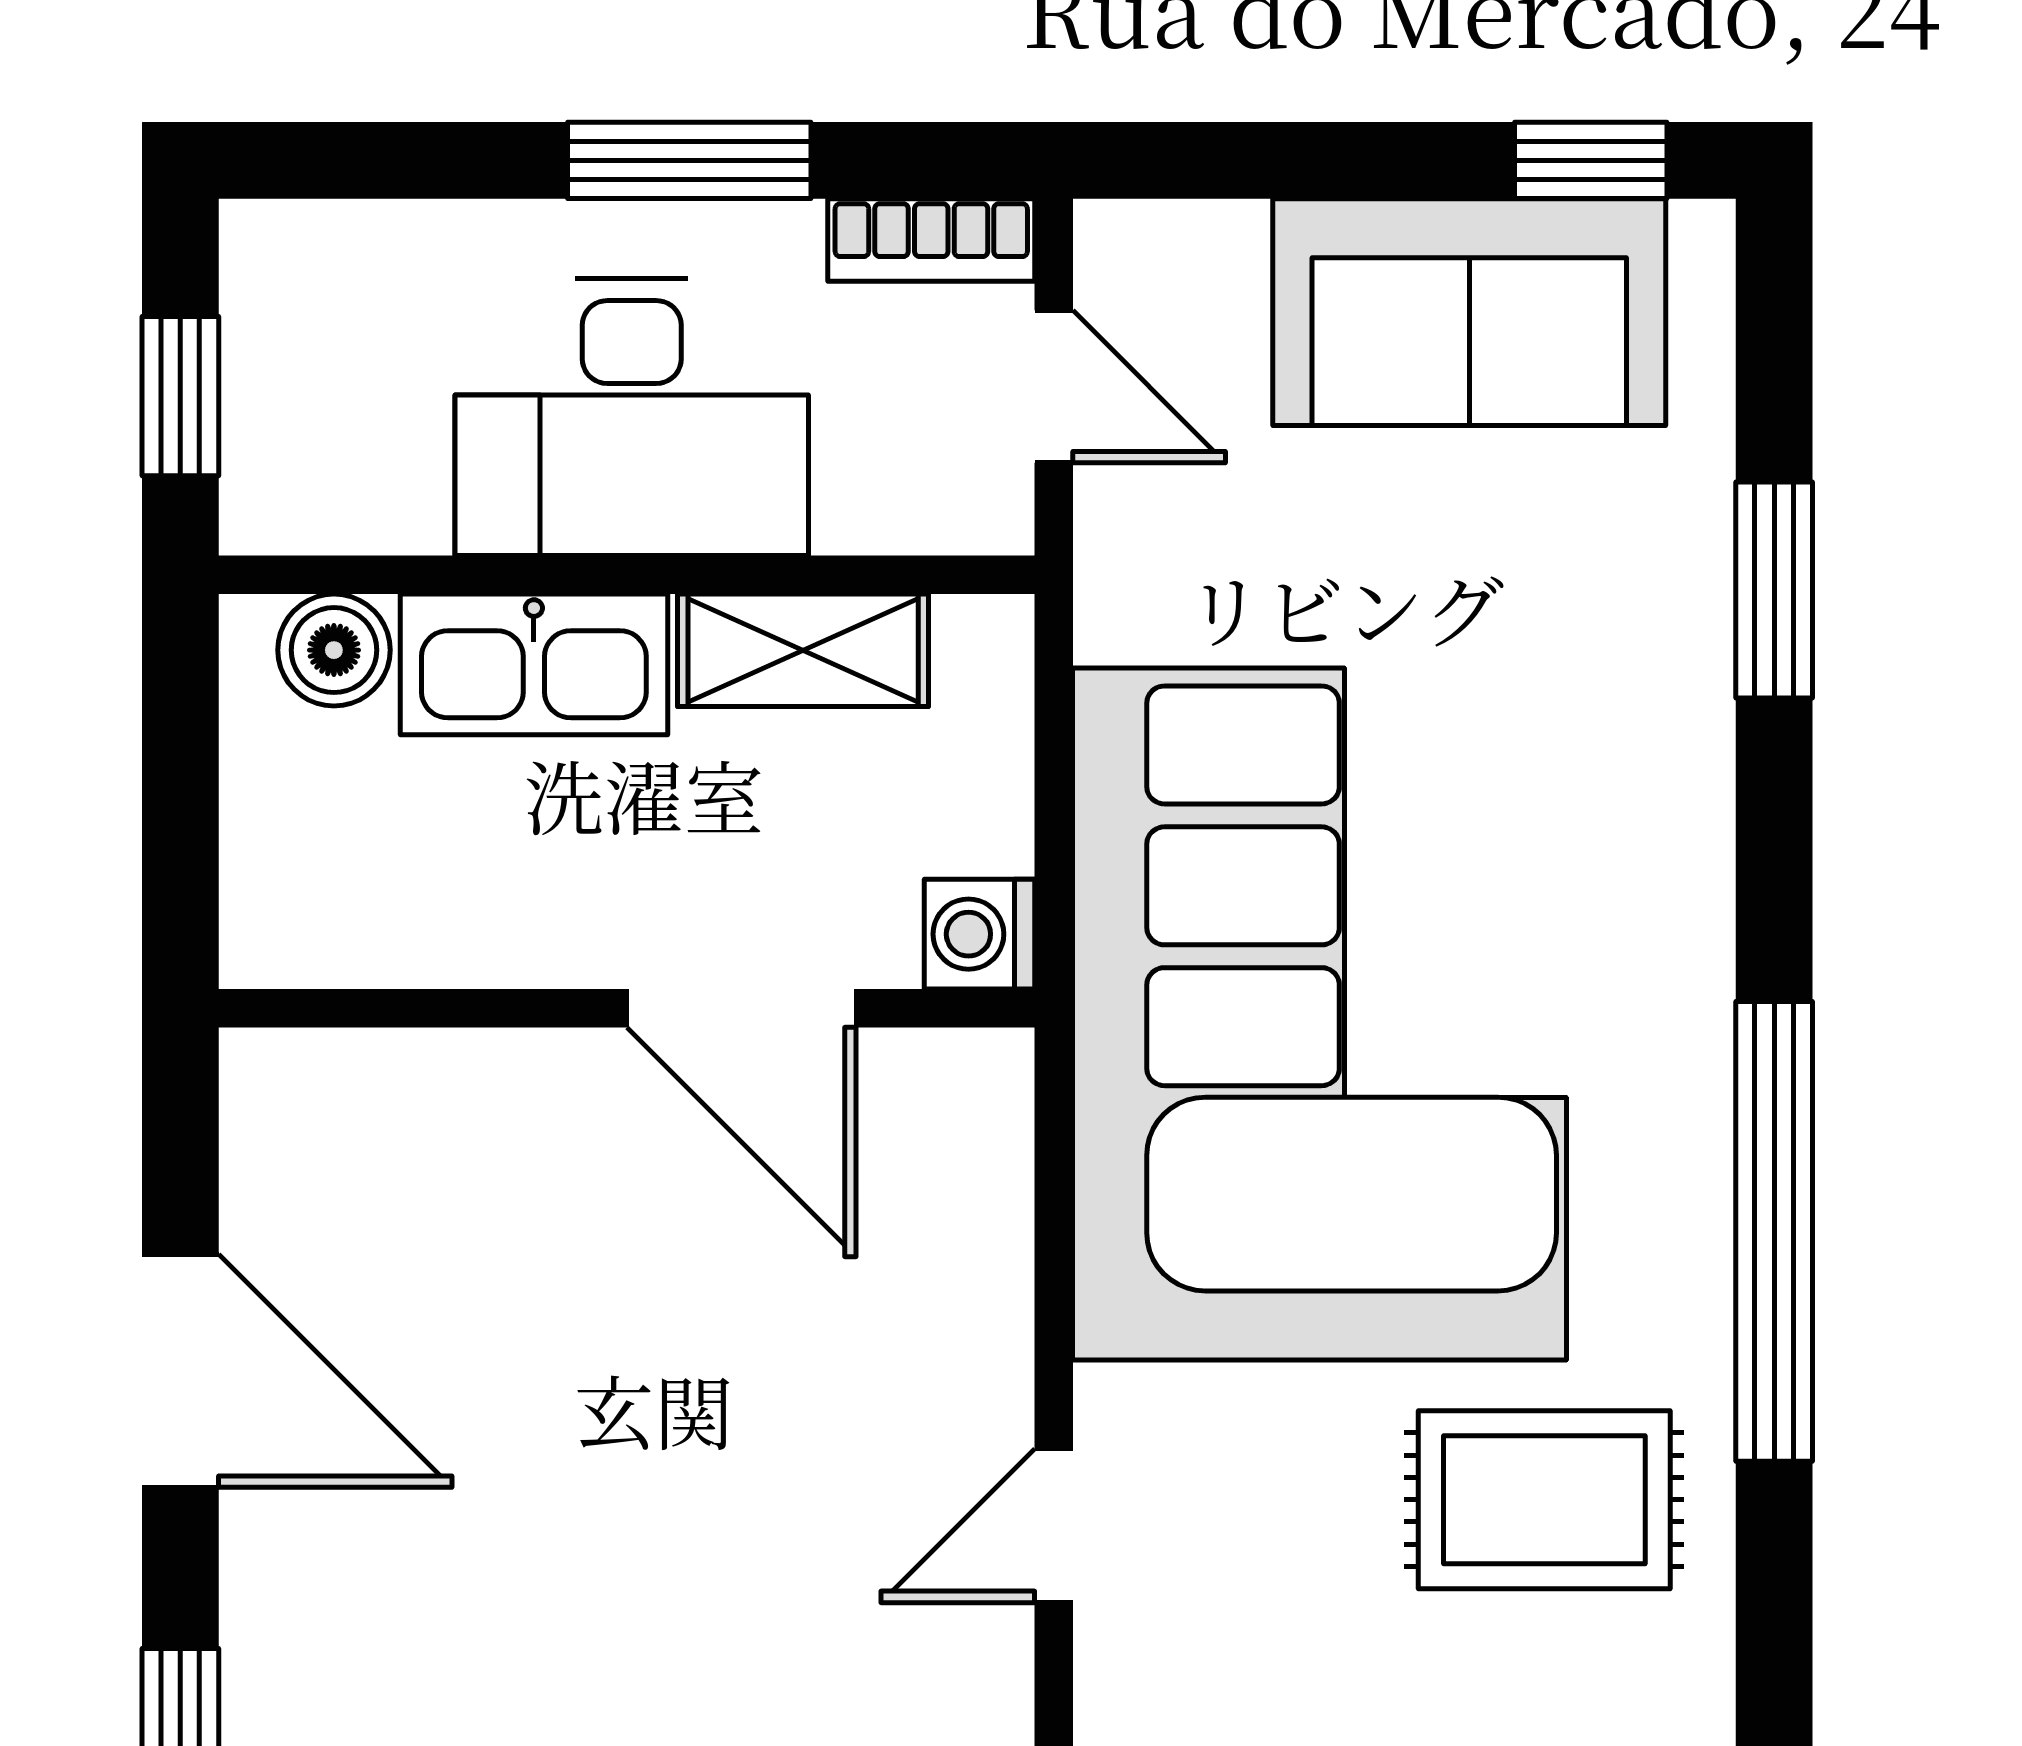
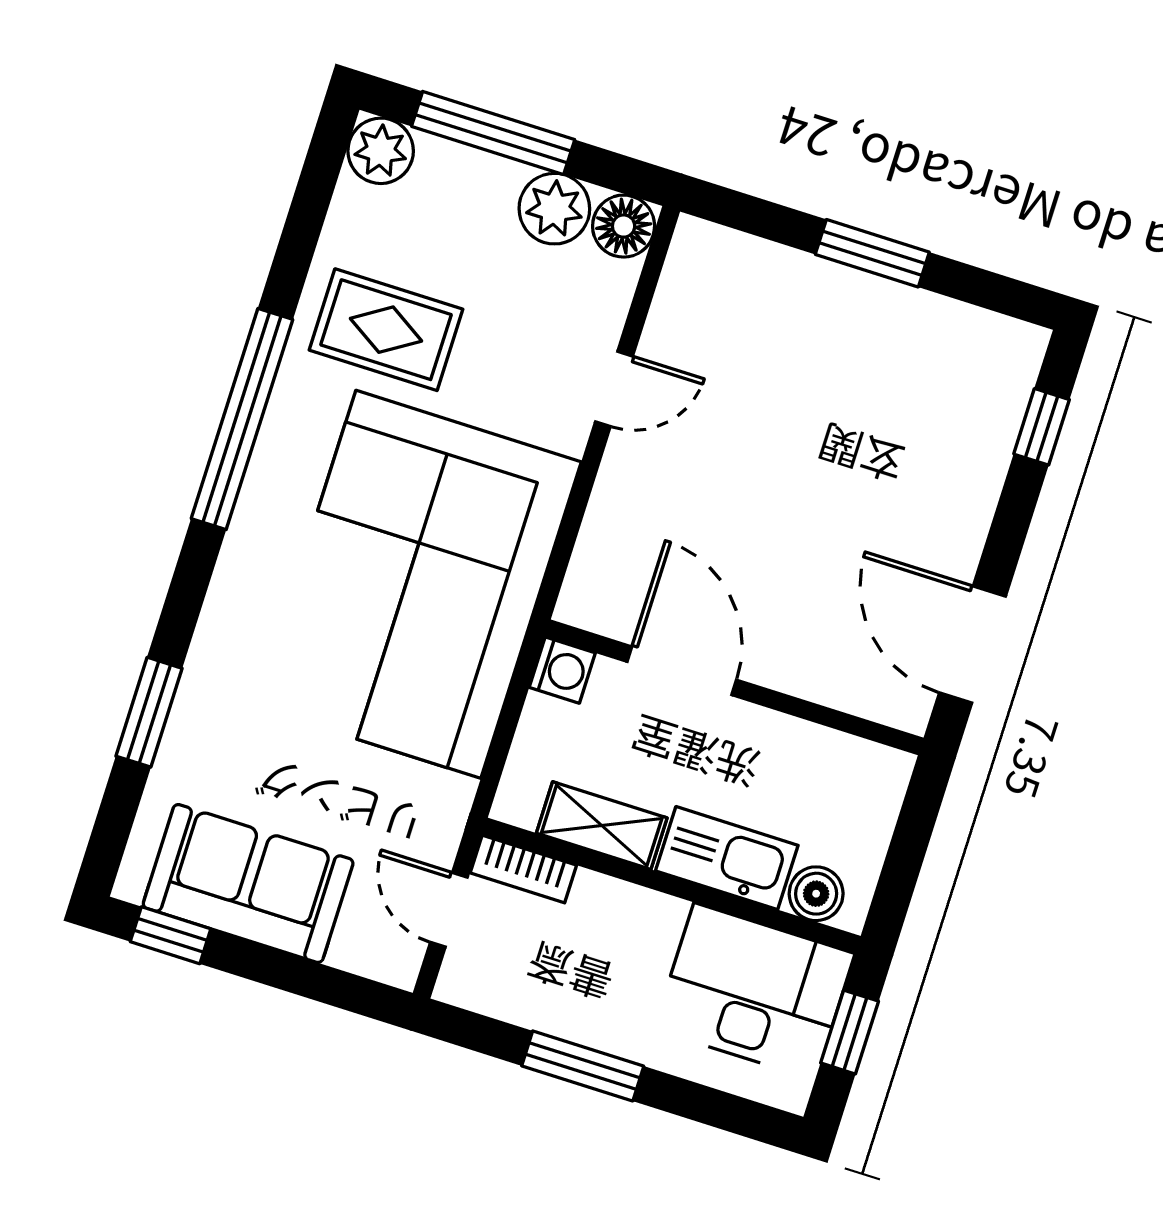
bookcase: (931, 240) -> (523, 869), moved, turned 180
desk: (632, 417) -> (754, 991), moved
door: (180, 1371) -> (973, 644), moved

